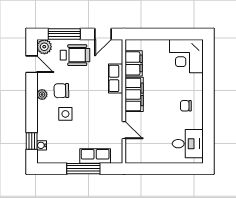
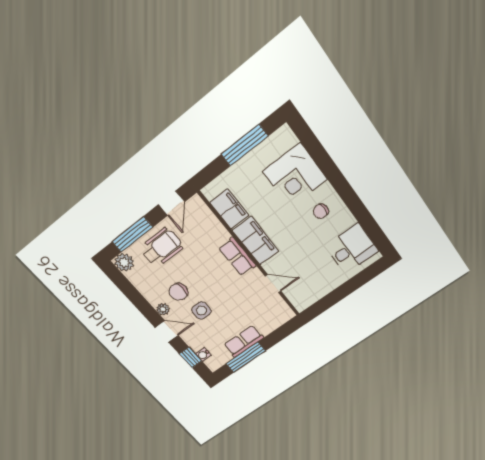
window: (171, 34) -> (245, 145), added
corner desk: (186, 56) -> (295, 175), moved
door: (32, 64) -> (167, 331), moved
row of seats: (116, 78) -> (237, 257), moved
row of seats: (95, 156) -> (244, 341), moved
window: (83, 169) -> (246, 357), moved

